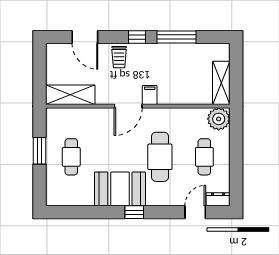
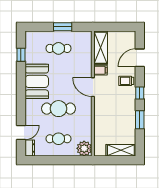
window: (177, 37) -> (140, 120), width x0.69
shelving: (221, 83) -> (121, 150), moved
filing cabinet: (150, 95) -> (101, 70), moved
window: (134, 212) -> (21, 55), moved
door: (195, 212) -> (21, 133), hinge flipped

